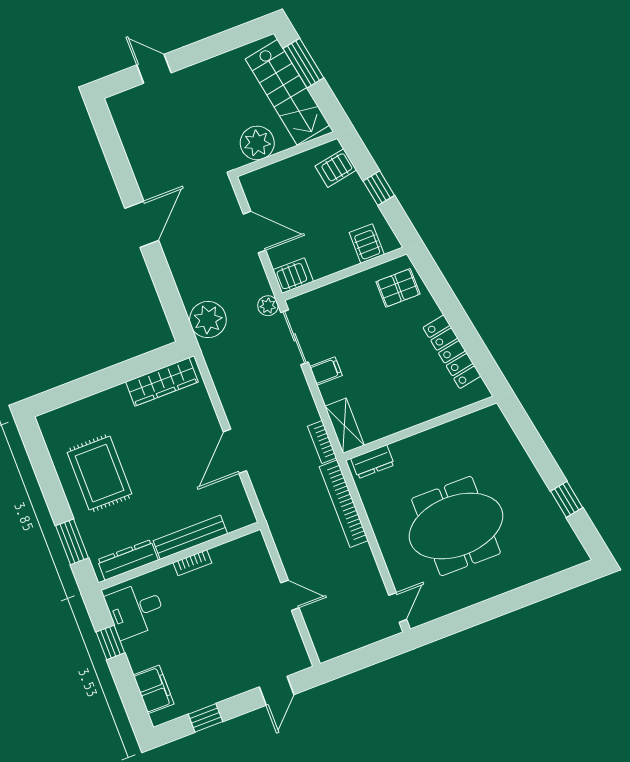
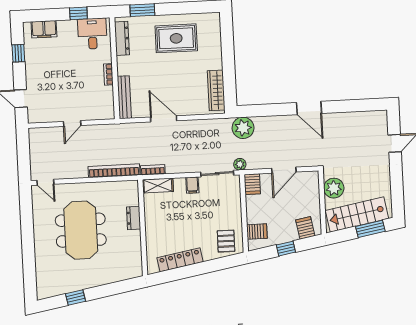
dresser: (373, 462) -> (134, 218), moved
bench: (190, 537) -> (124, 97), moved

